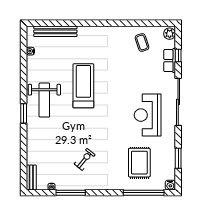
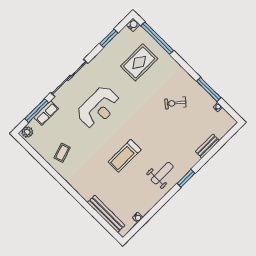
coffee table: (142, 42) -> (62, 153), moved
window: (178, 55) -> (37, 111), width x2.17
treadmill: (83, 86) -> (125, 156), width x0.73, depth x0.73
weight bench: (44, 100) -> (162, 173), width x0.73, depth x0.75
reception desk: (148, 115) -> (99, 107), moved
bench: (31, 177) -> (207, 146), moved

